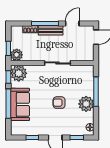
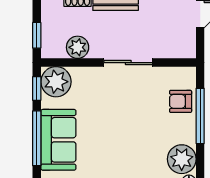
plant: (17, 55) -> (78, 47), moved
armchair: (59, 103) -> (181, 101), moved
plant: (86, 104) -> (182, 159), moved

